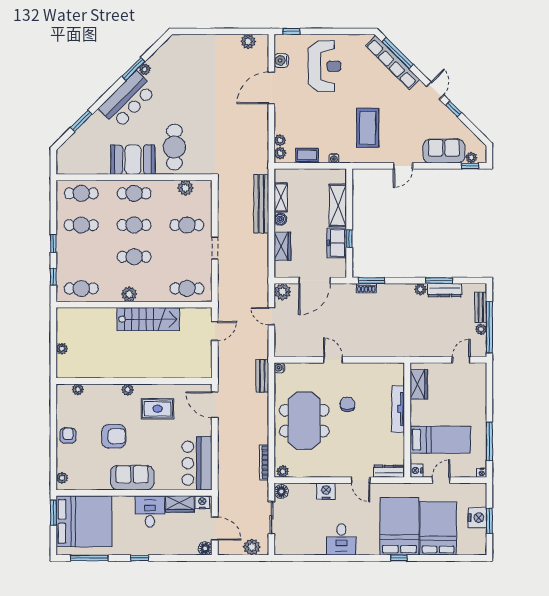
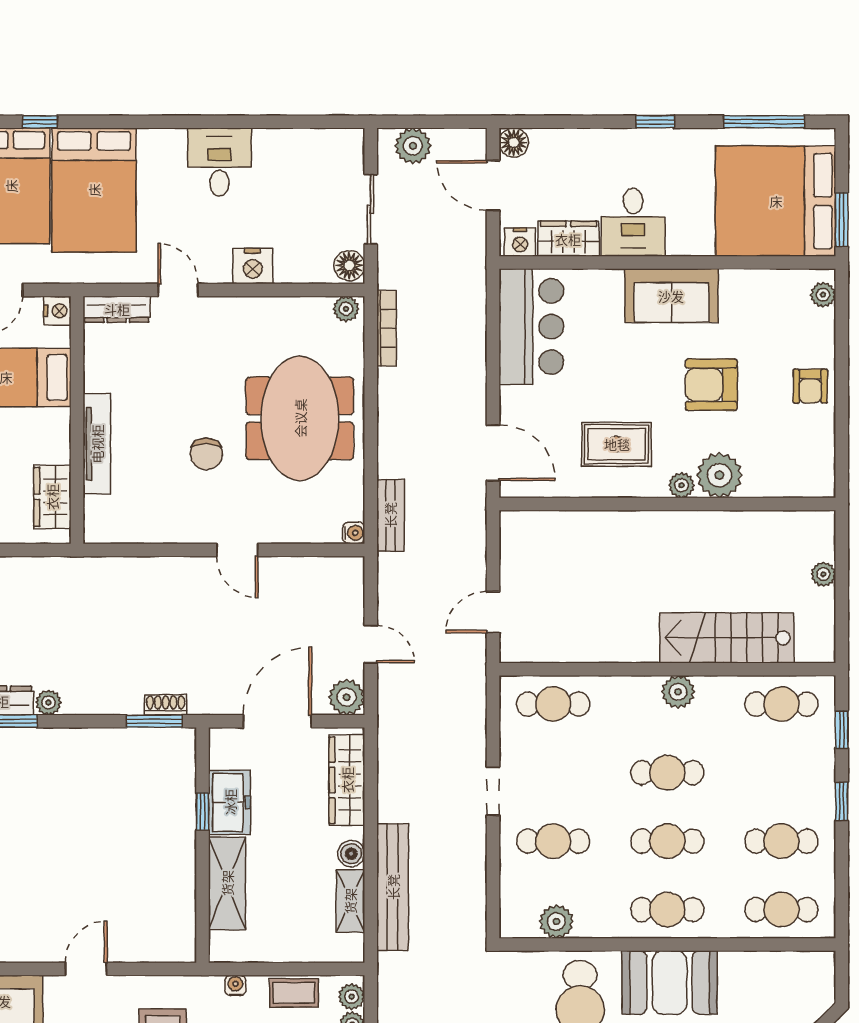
wardrobe: (282, 246) -> (347, 780), width x1.50
stairs: (148, 319) -> (727, 638), moved
plant: (78, 389) -> (719, 475), moved, width x1.87, depth x1.87
window: (399, 558) -> (40, 122), moved

